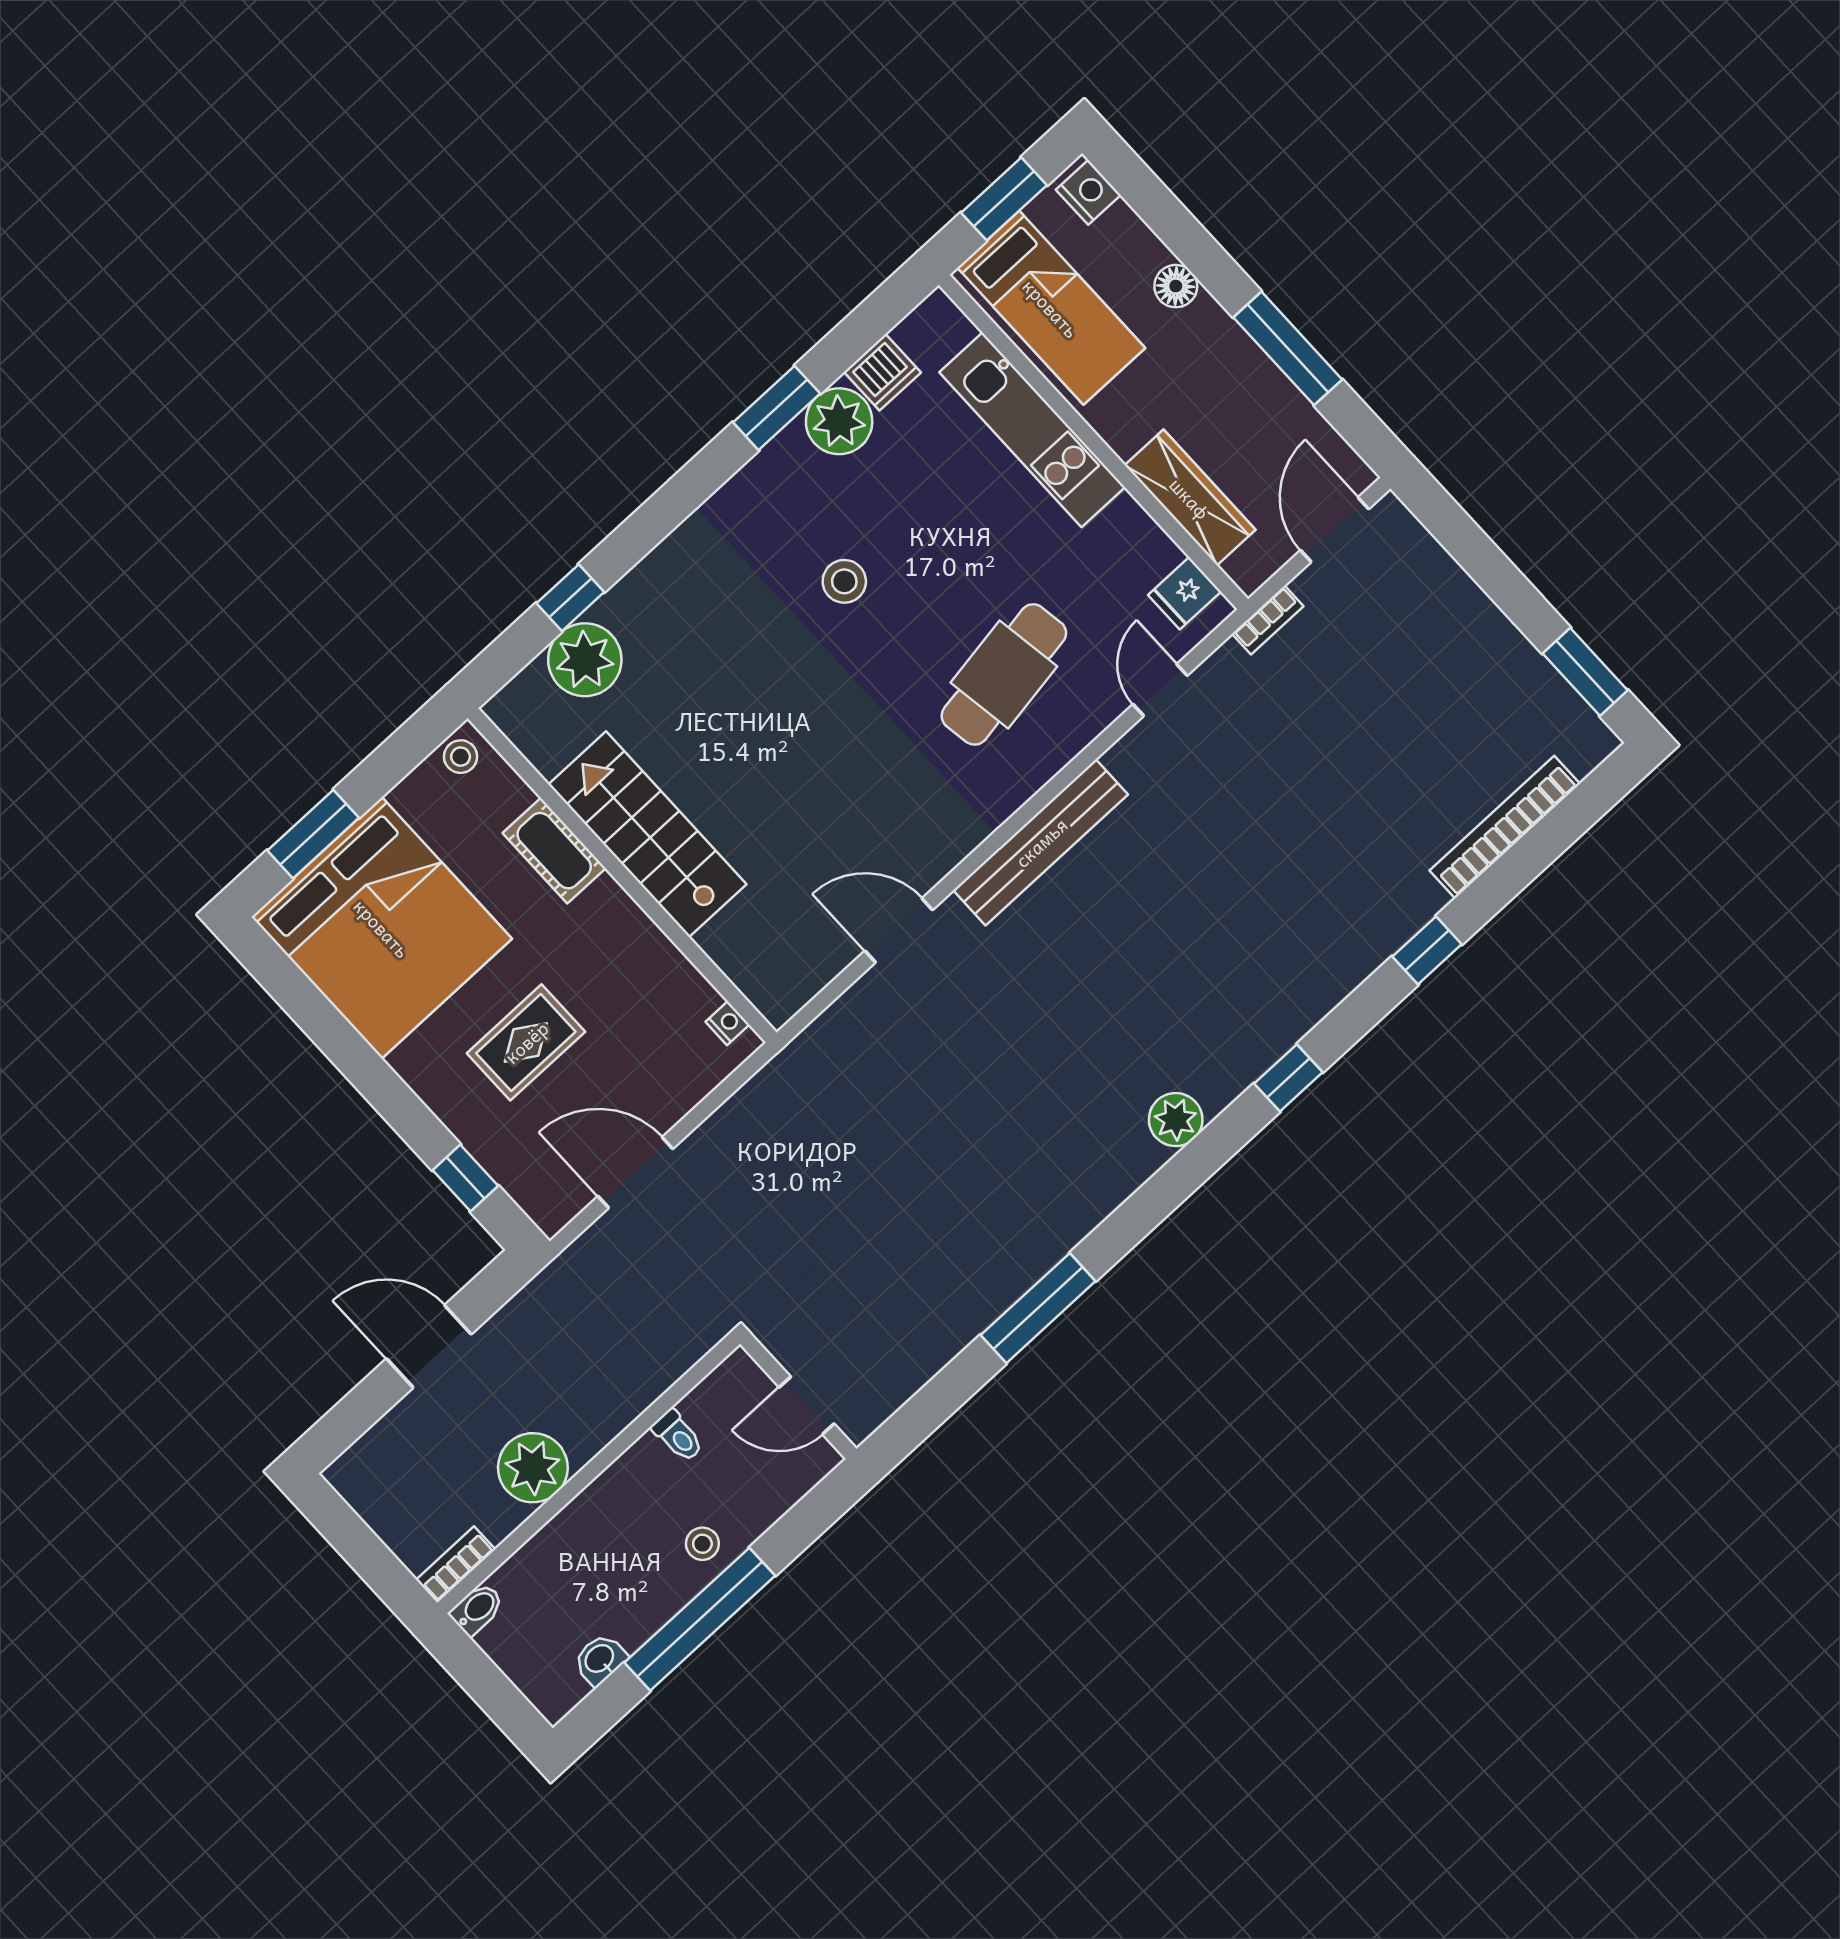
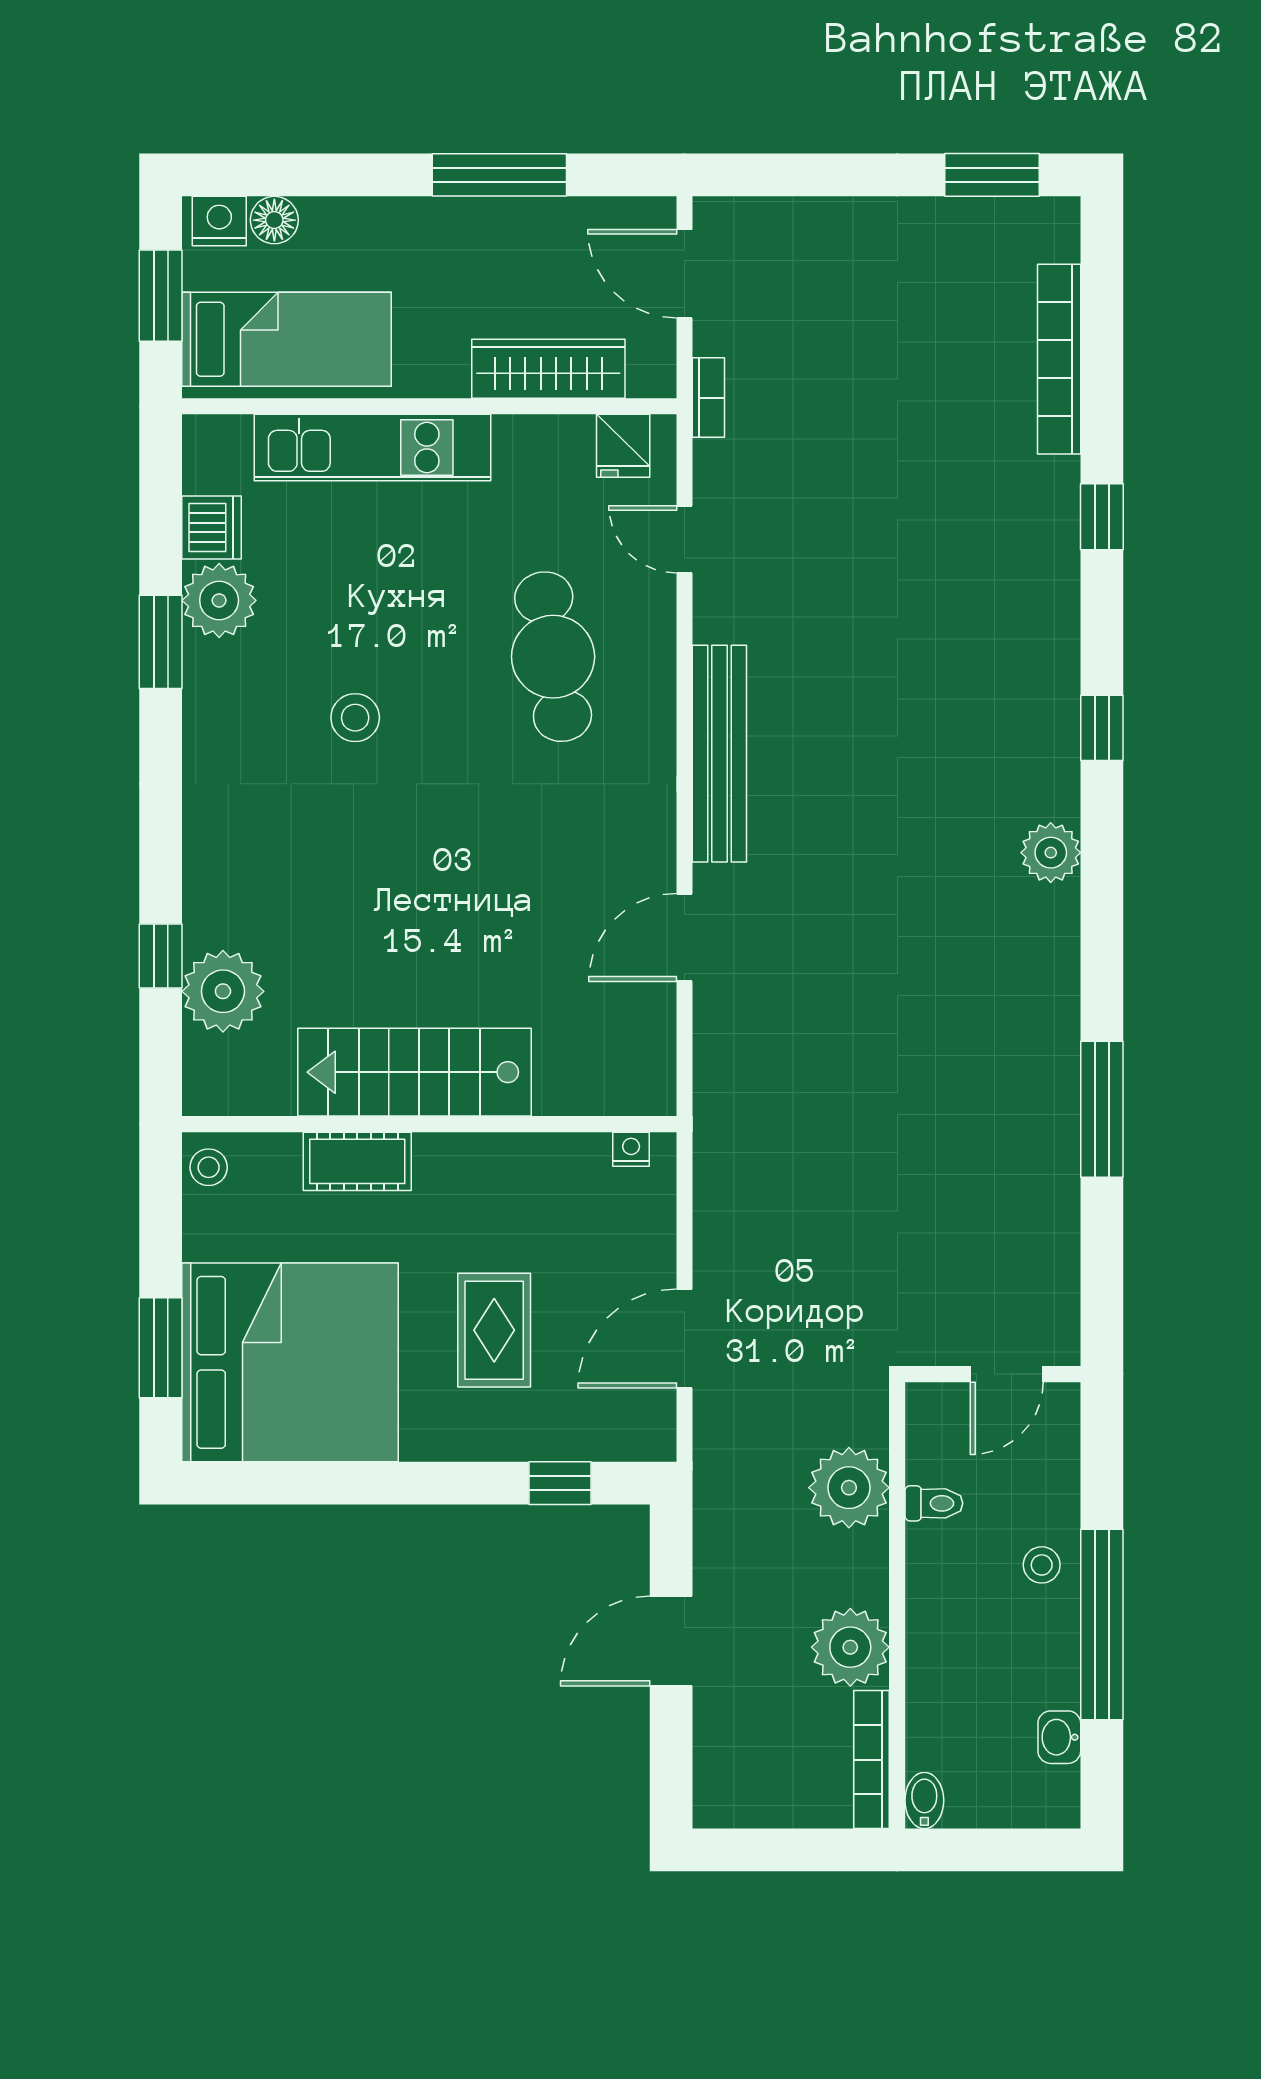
floor lamp: (1176, 286) -> (274, 220), moved
plant: (637, 1371) -> (849, 1488), added
bookcase: (456, 1565) -> (872, 1760), width x1.56

